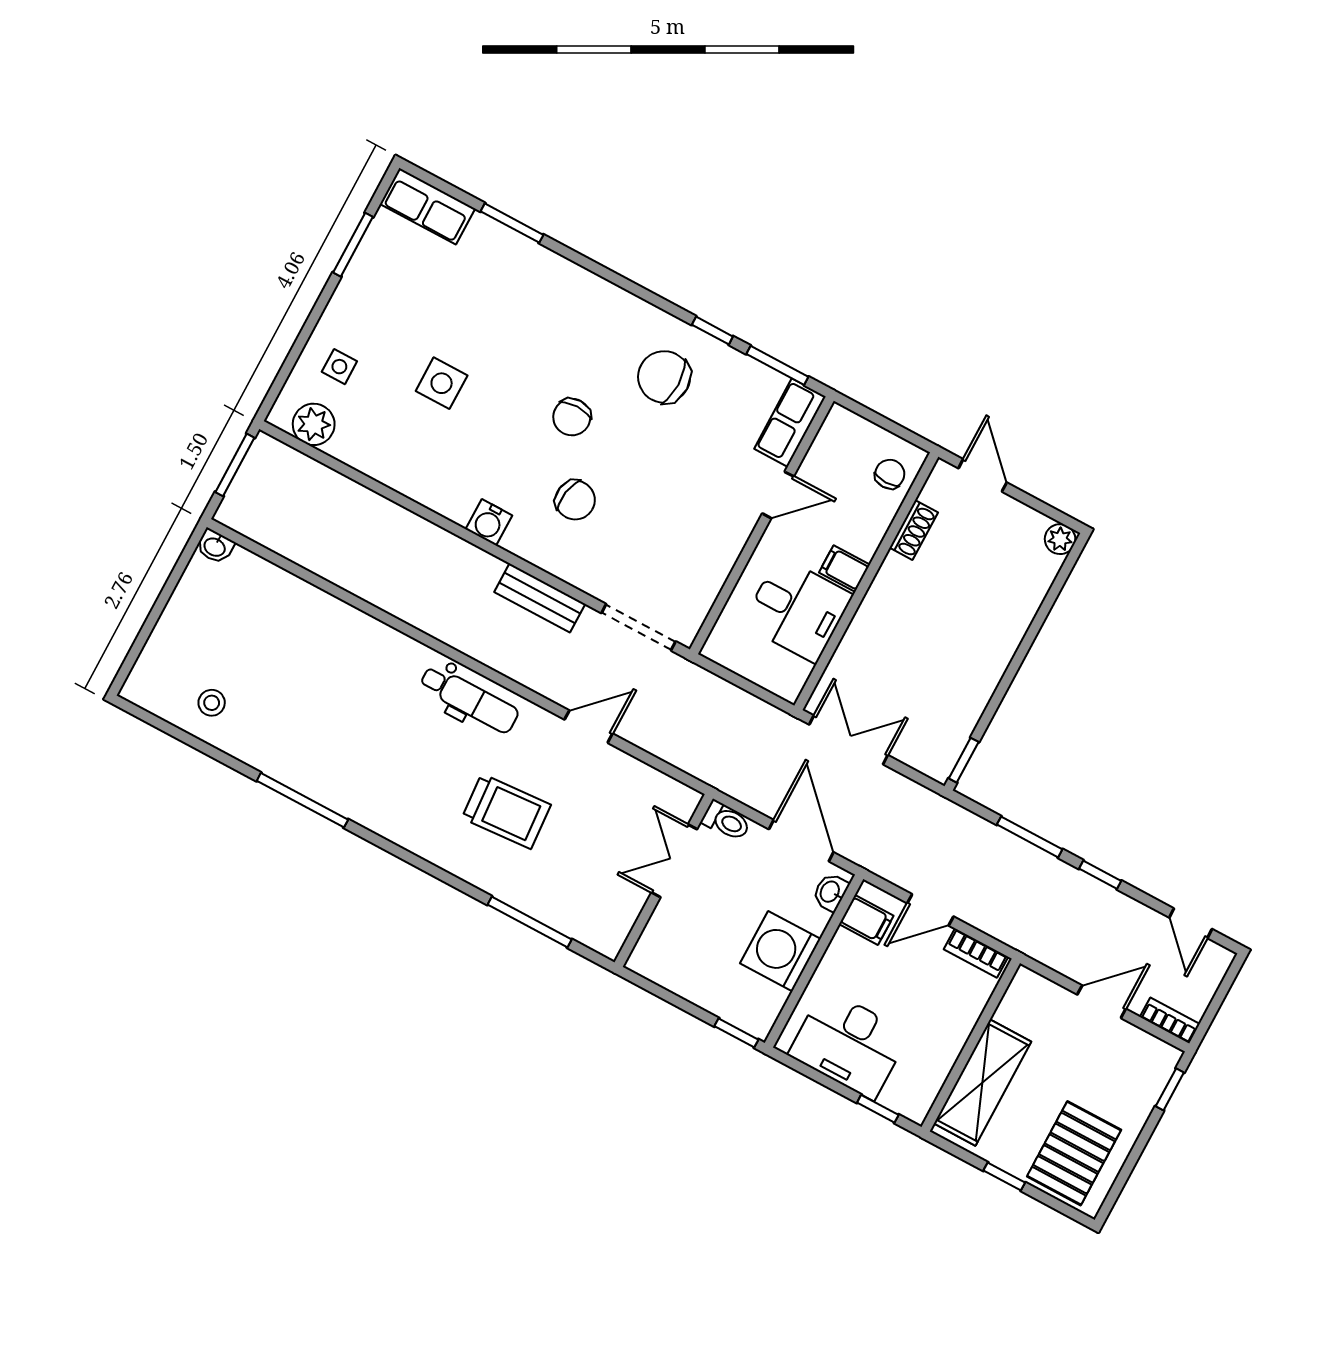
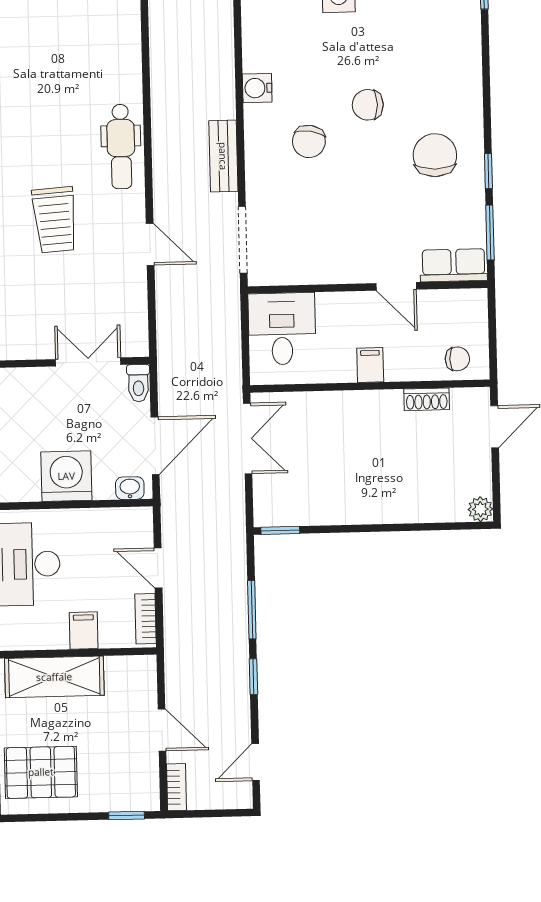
desk: (797, 610) -> (282, 329), moved, turned 180
filing cabinet: (866, 920) -> (84, 630), moved, turned 180

